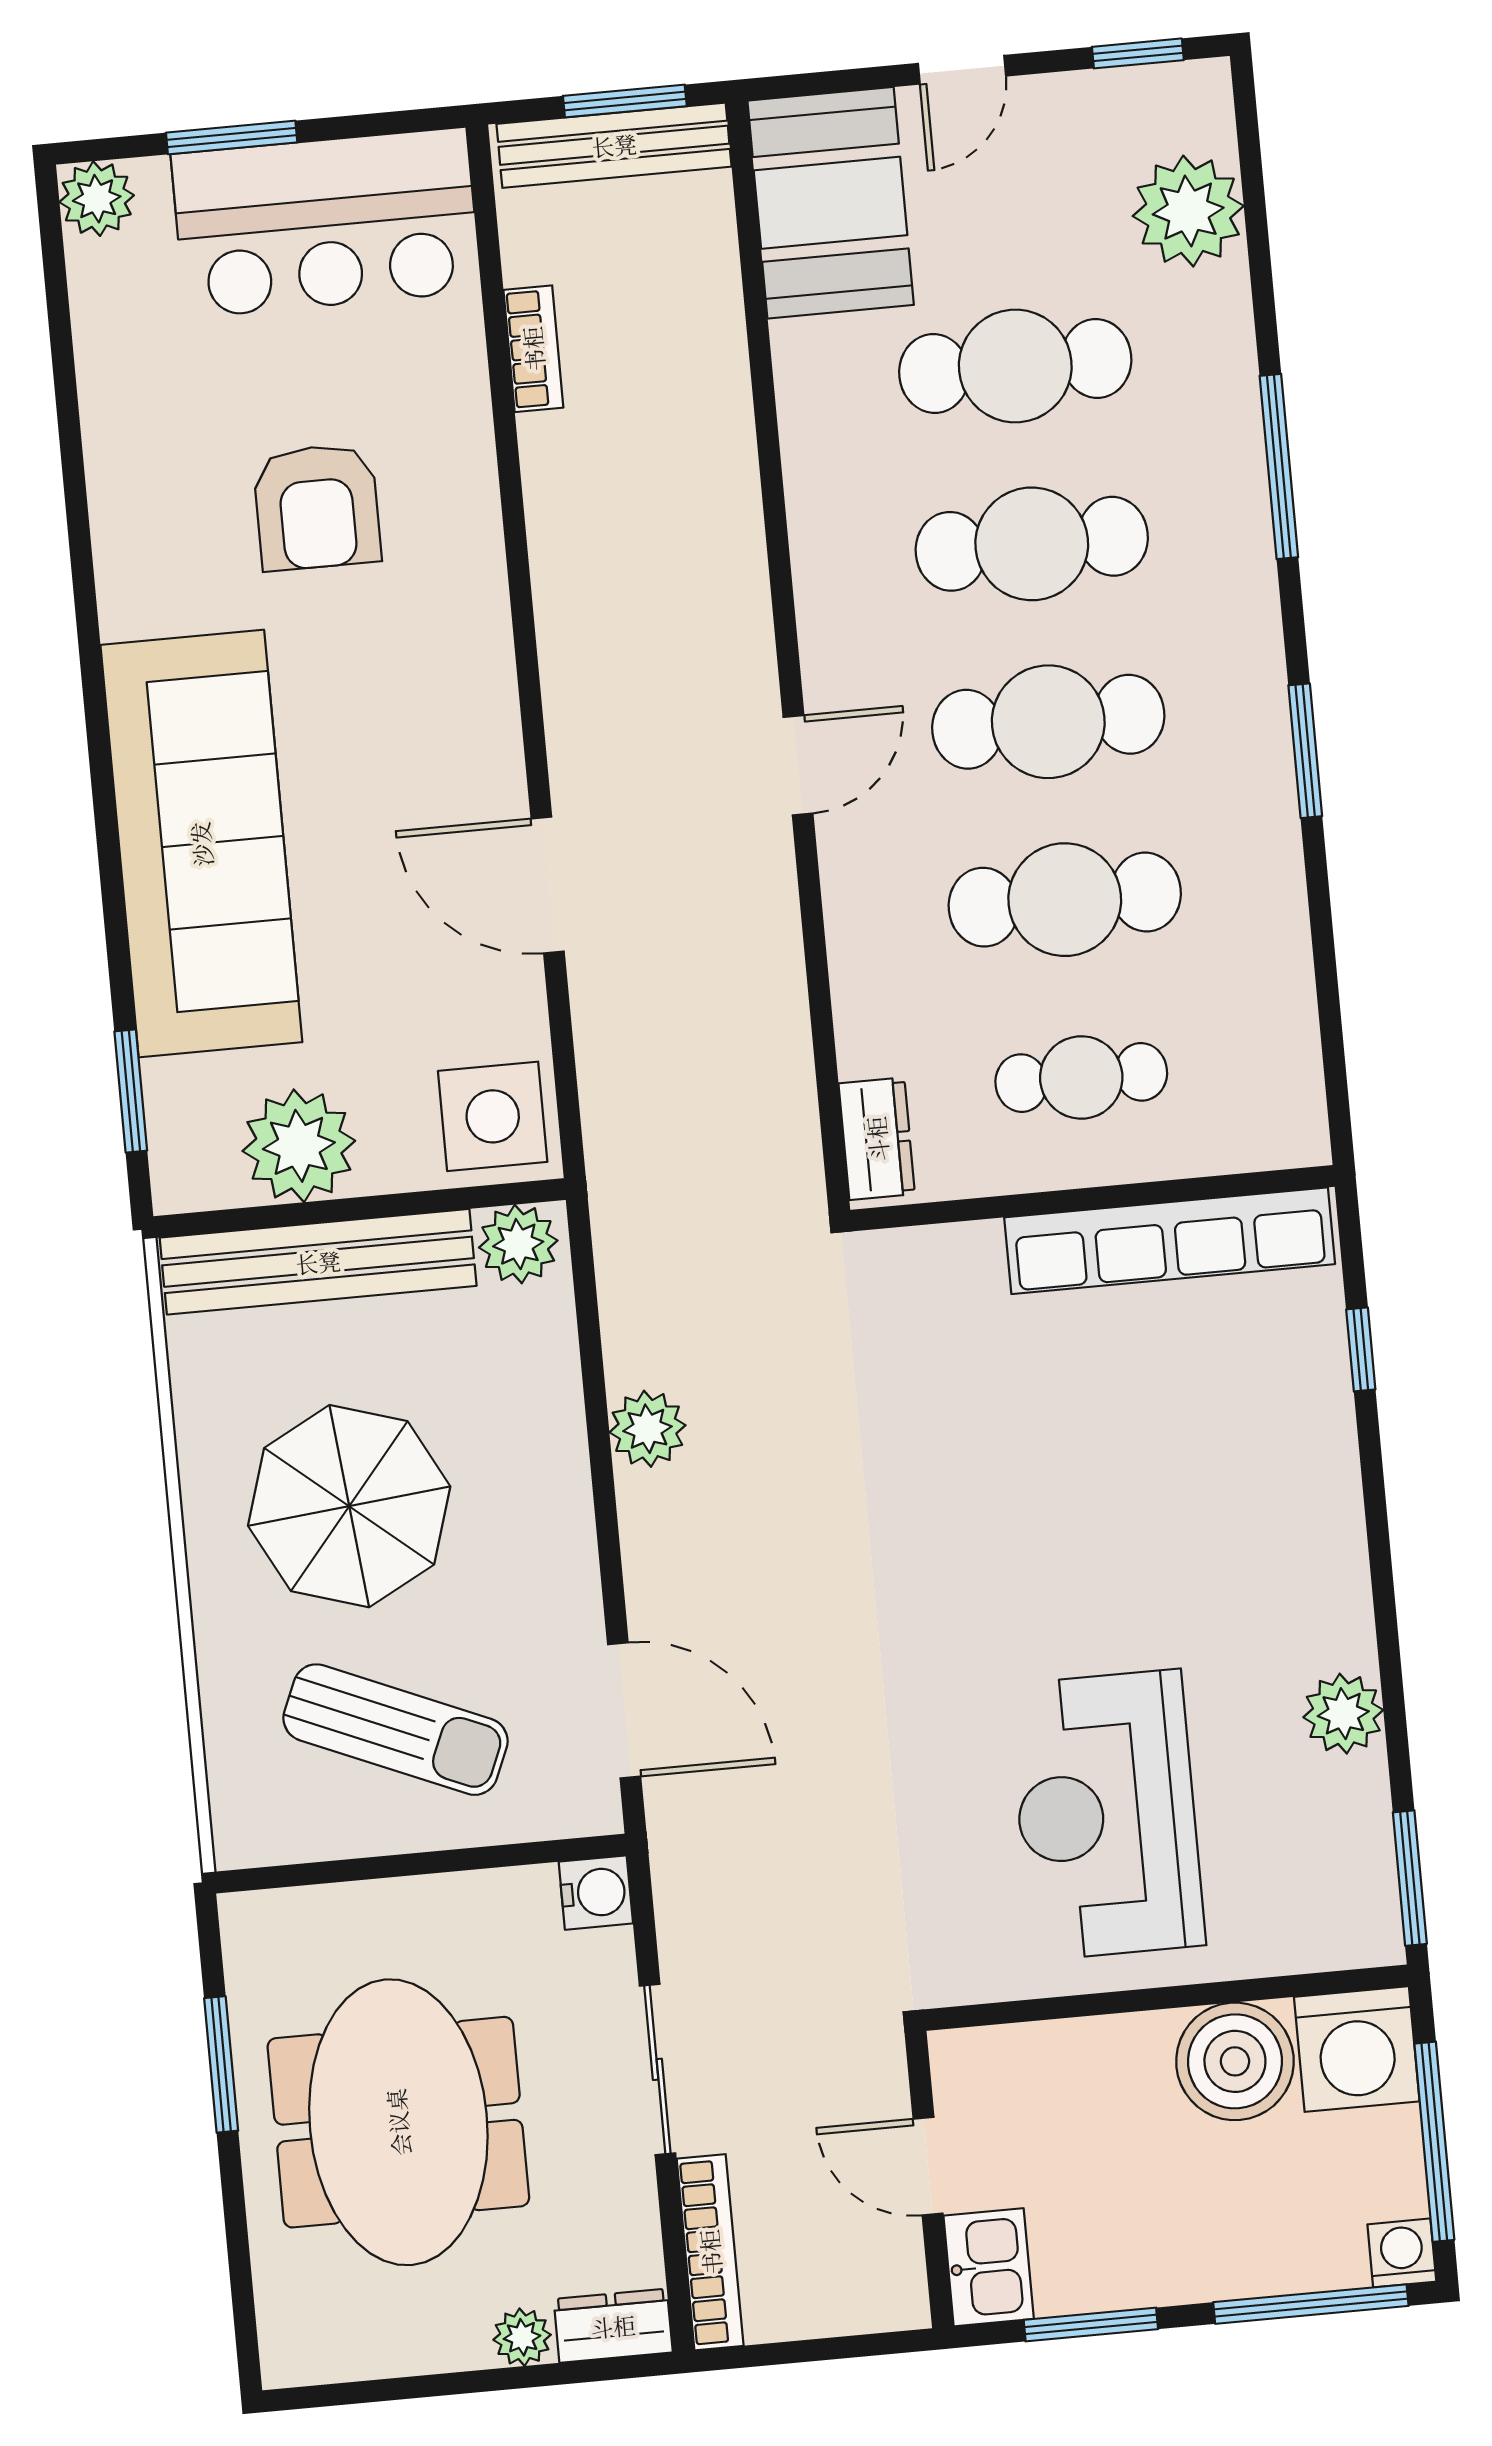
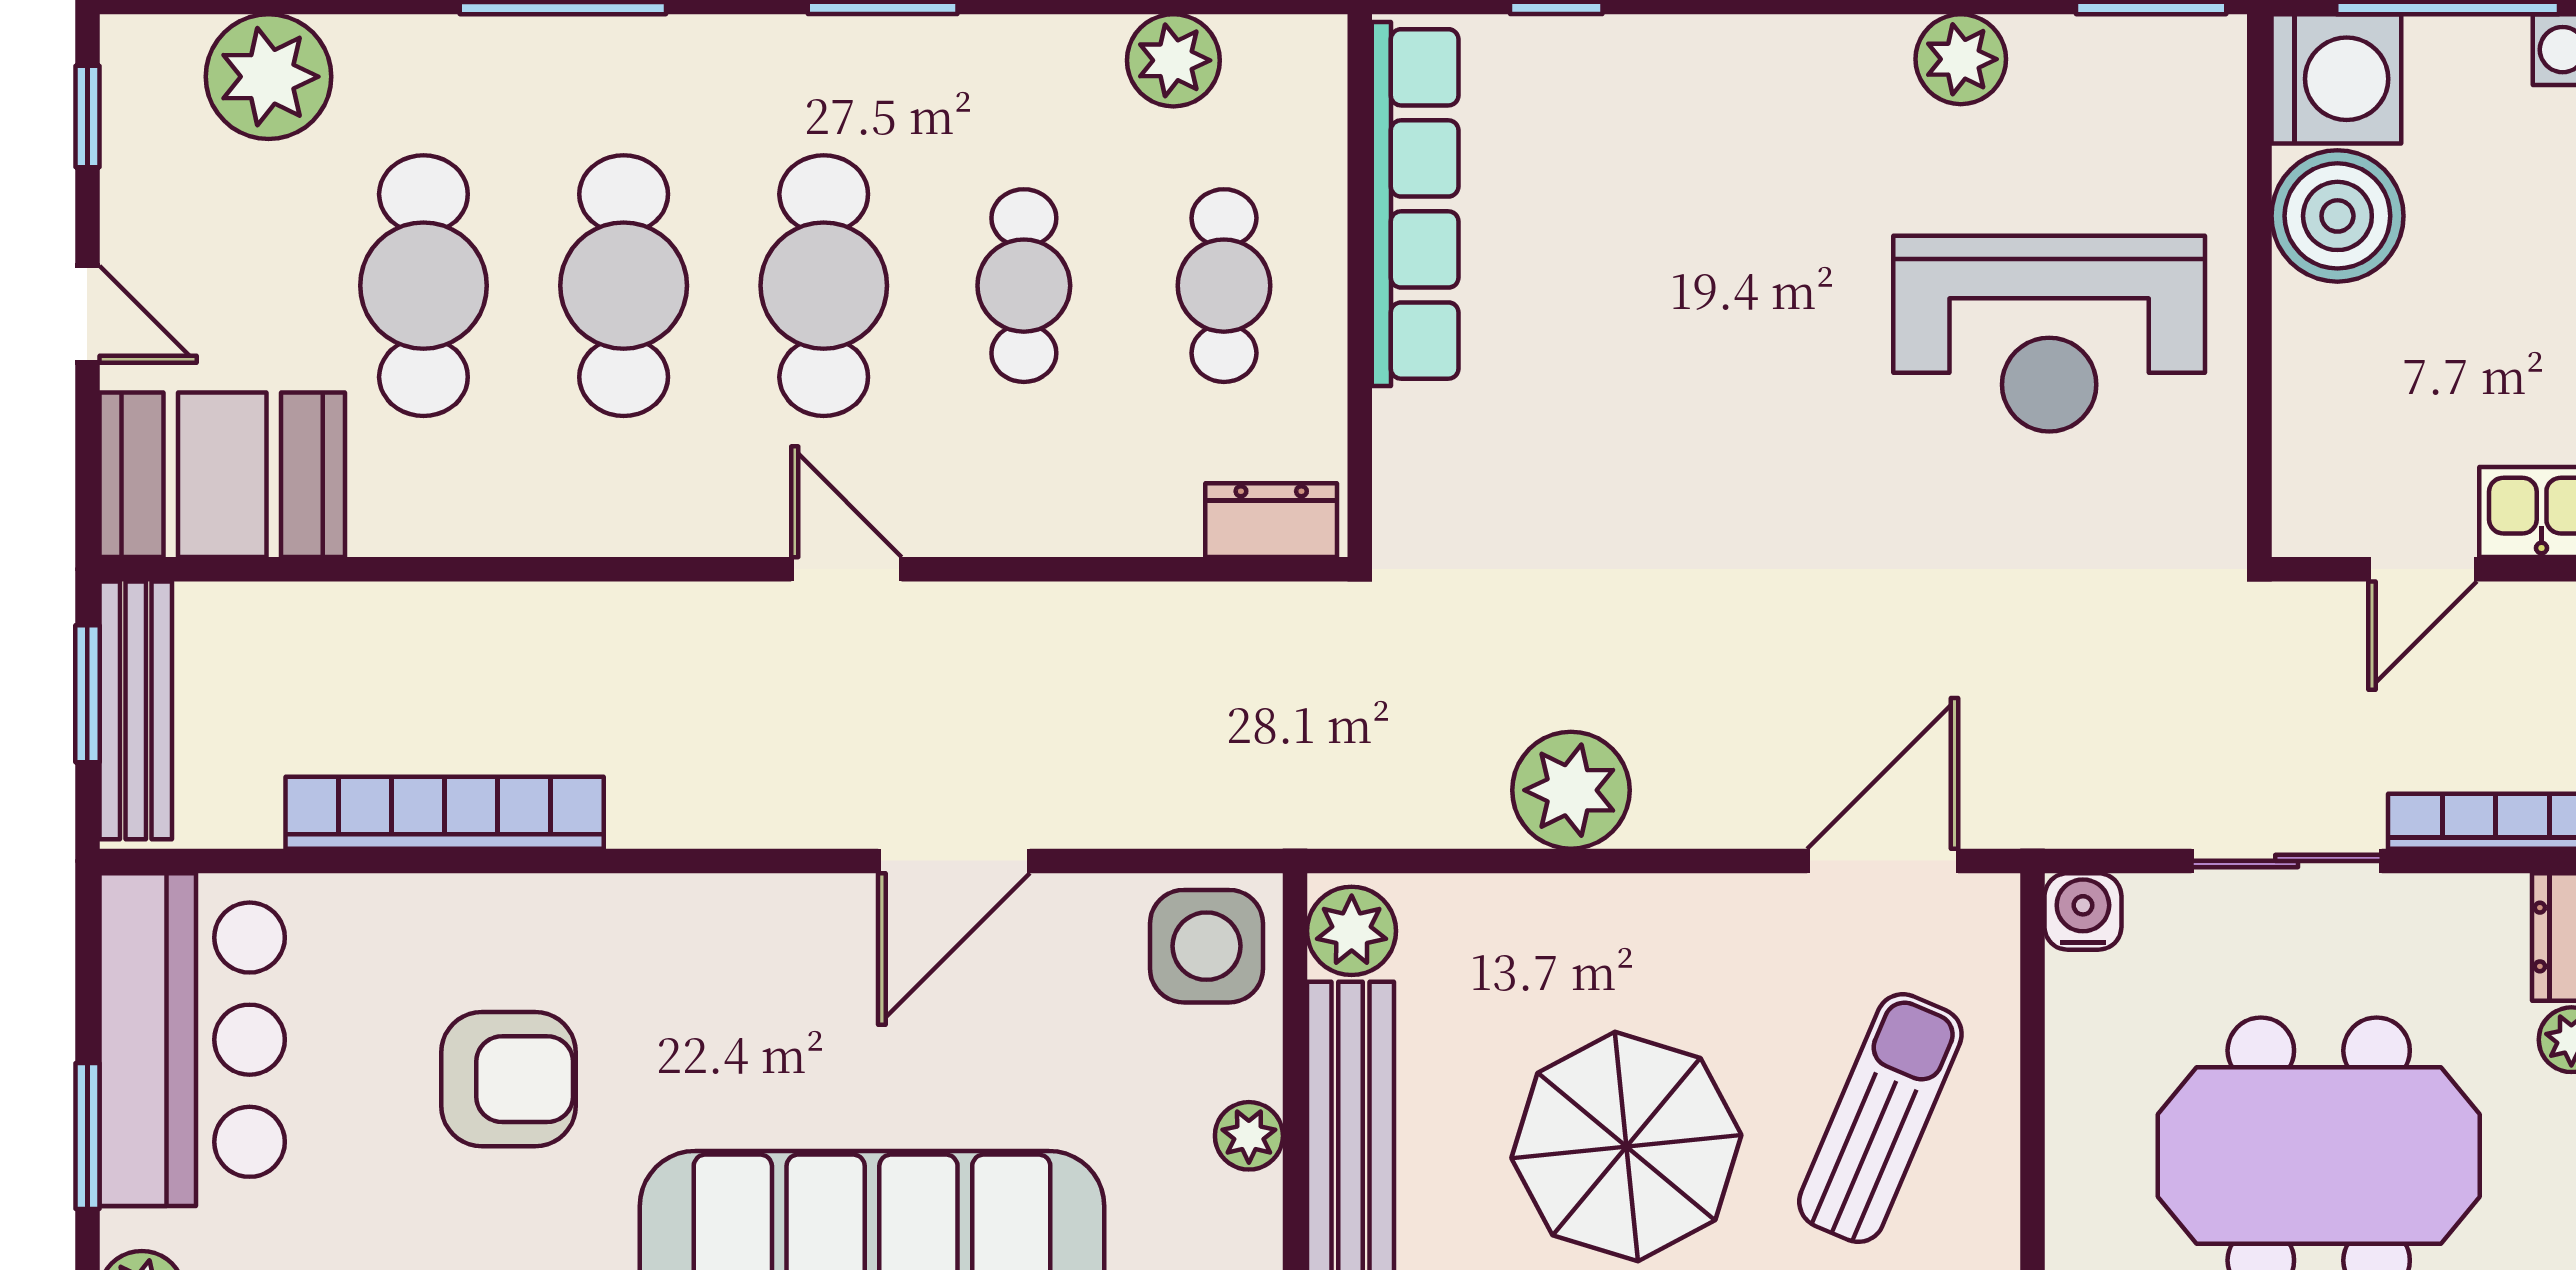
bookcase: (533, 349) -> (445, 813), width x2.31, depth x1.31
cafe table: (1065, 900) -> (1024, 286), width x0.73, depth x0.74
plant: (1277, 1014) -> (1173, 60), added
plant: (299, 1146) -> (1249, 1136), width x0.53, depth x0.53
plant: (647, 1429) -> (1571, 790), width x1.36, depth x1.36

